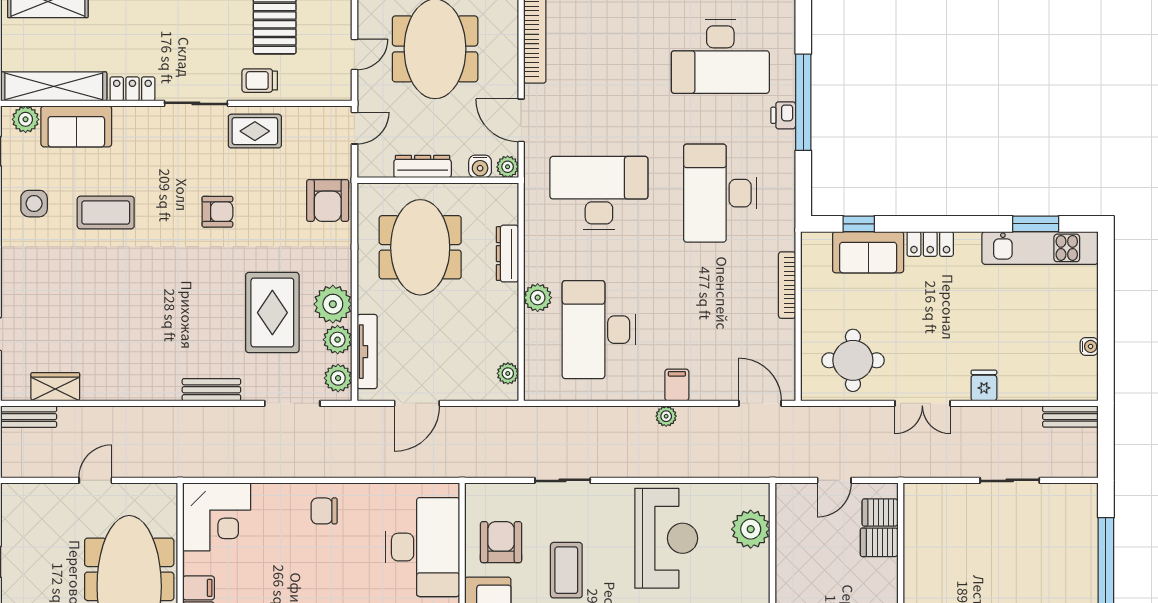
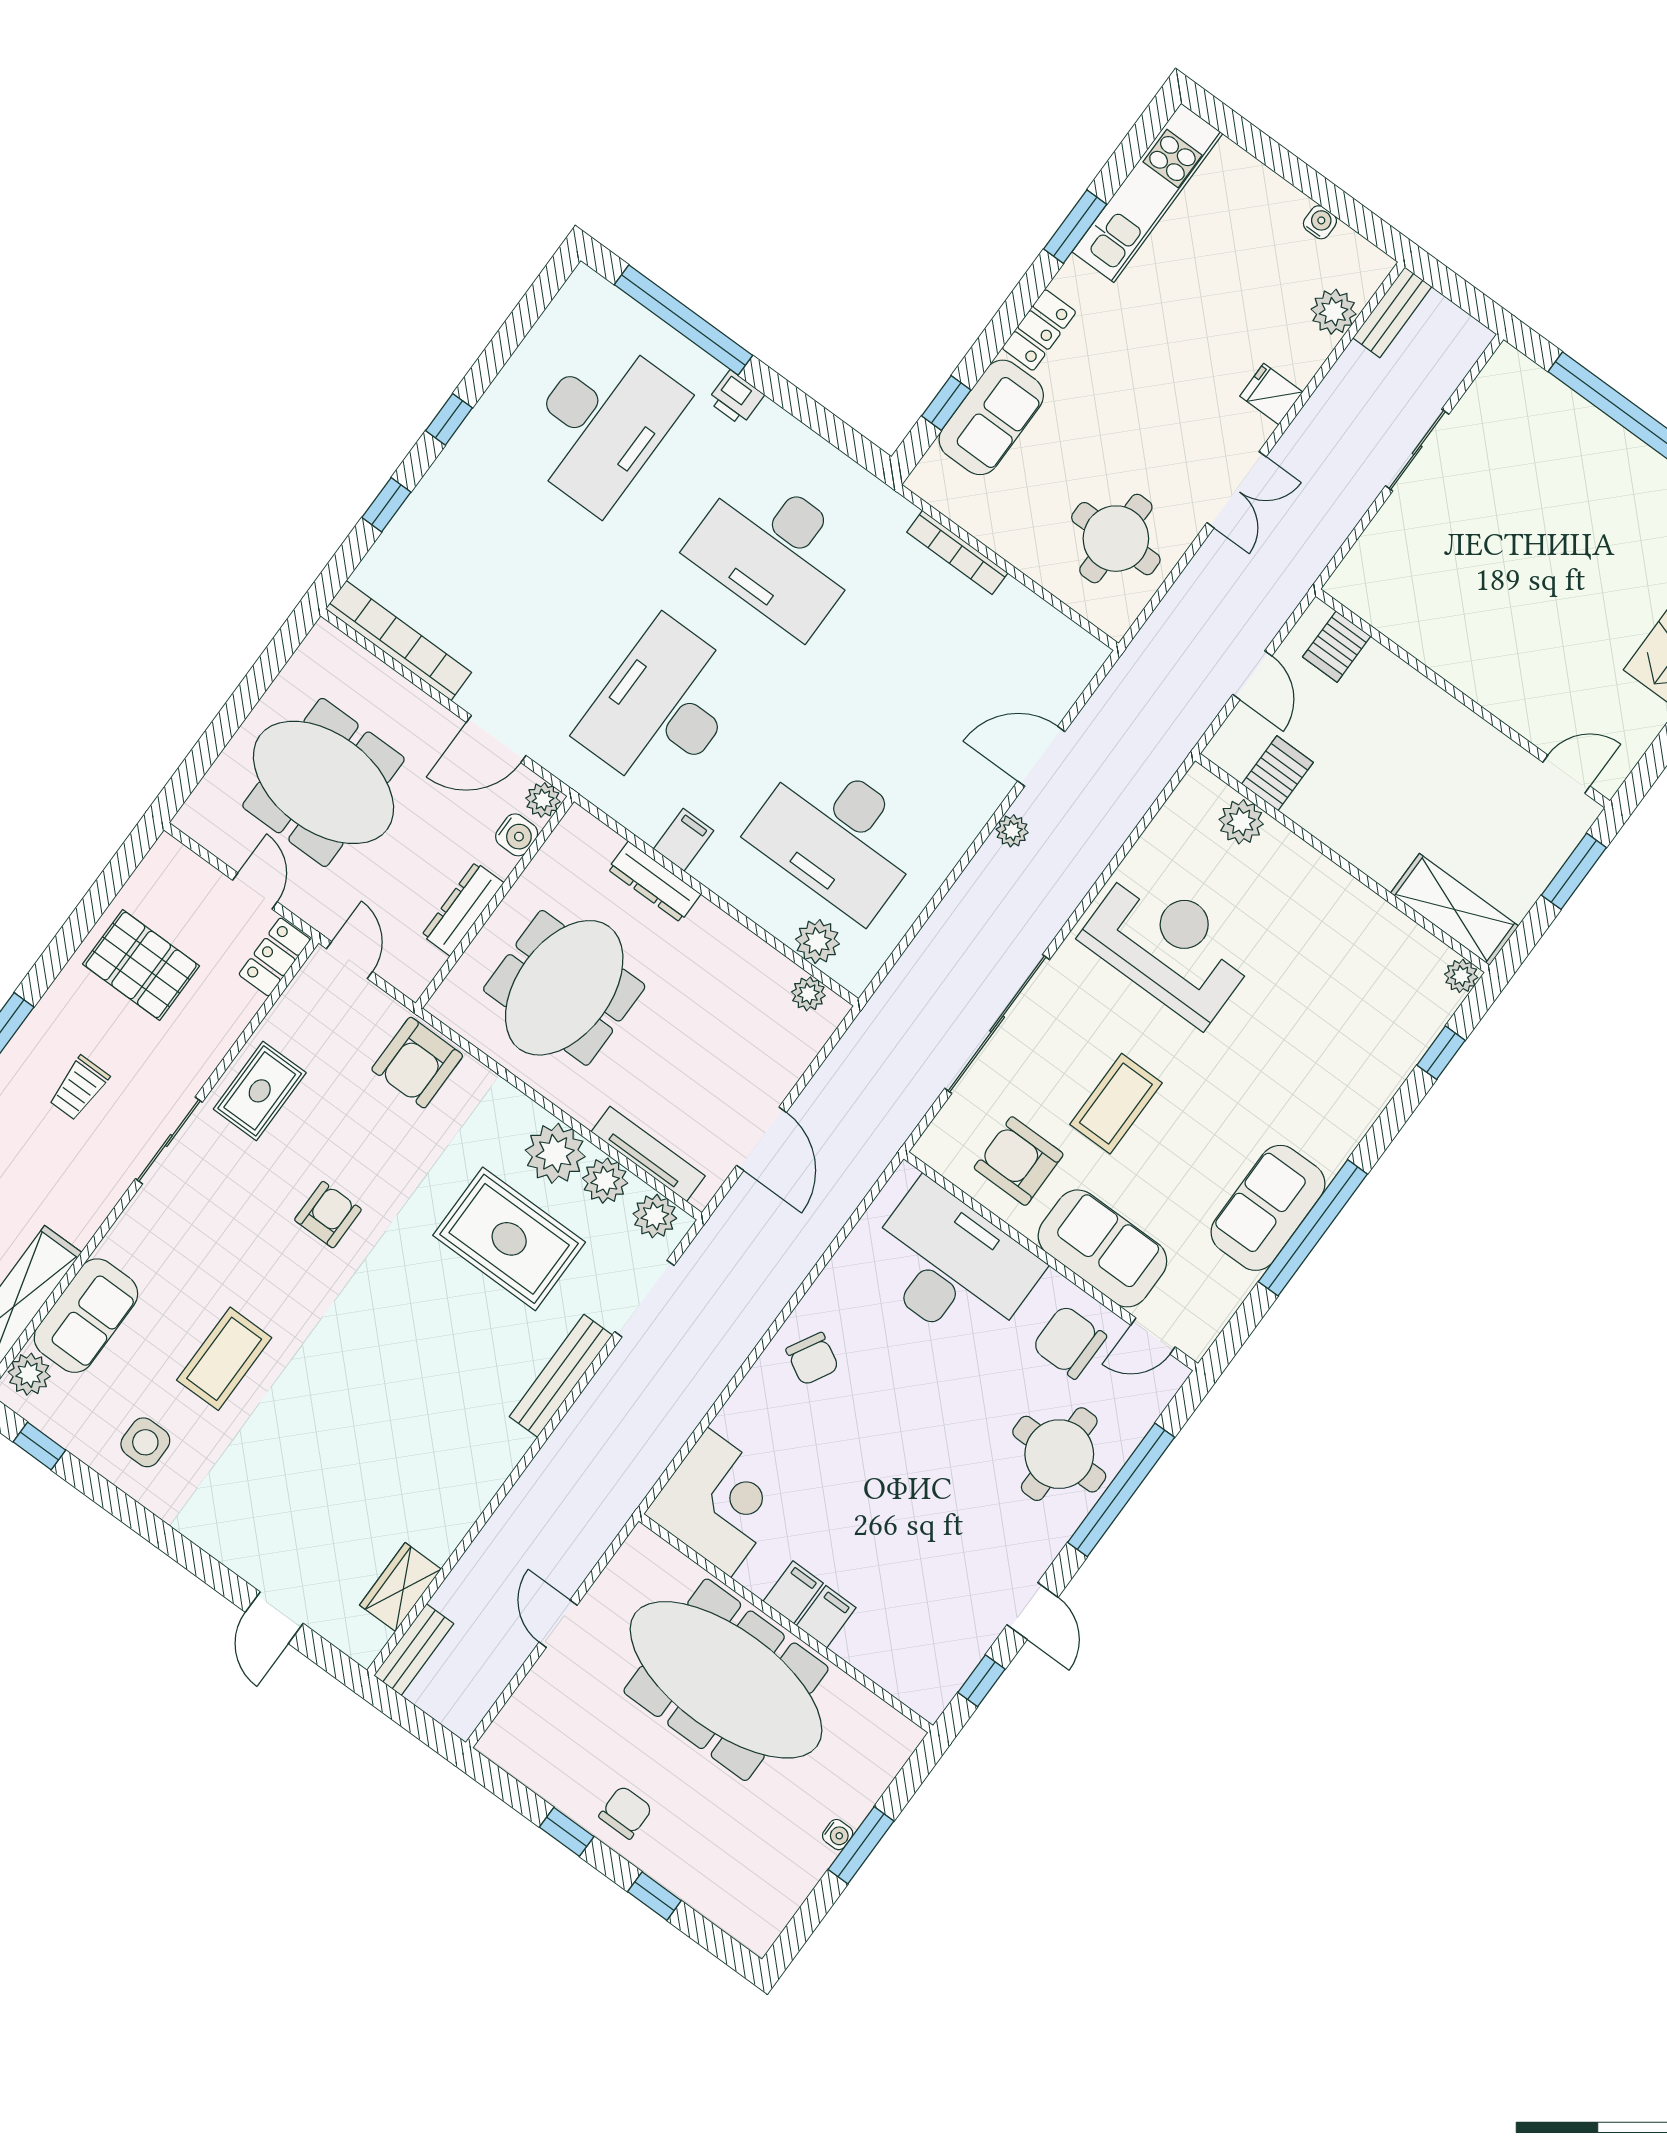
trolley: (260, 81) -> (79, 1088), moved
locker: (132, 89) -> (275, 957), moved
window: (803, 102) -> (683, 320), moved
armchair: (328, 200) -> (417, 1063), turned 90
window: (1036, 224) -> (1075, 227), moved
meeting table: (420, 247) -> (564, 988), turned 90
plant: (538, 298) -> (817, 942), moved
filing cabinet: (677, 385) -> (684, 840), moved, turned 90
plant: (1049, 387) -> (1334, 312), added
bench: (211, 390) -> (561, 1376), width x1.36
door: (760, 403) -> (1041, 756), moved
sliding door: (563, 480) -> (997, 1024), width x1.86
chair: (324, 511) -> (812, 1359), turned -61
plant: (751, 529) -> (1241, 822), width x0.73, depth x0.73
server rack: (879, 542) -> (1277, 773), moved, turned 180
coffee table: (566, 570) -> (1116, 1104), turned 90
chair: (25, 585) -> (626, 1812), added

